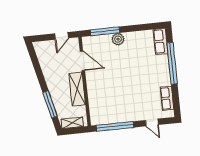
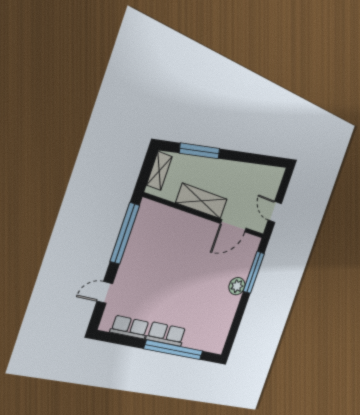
row of seats: (161, 41) -> (166, 334), moved

